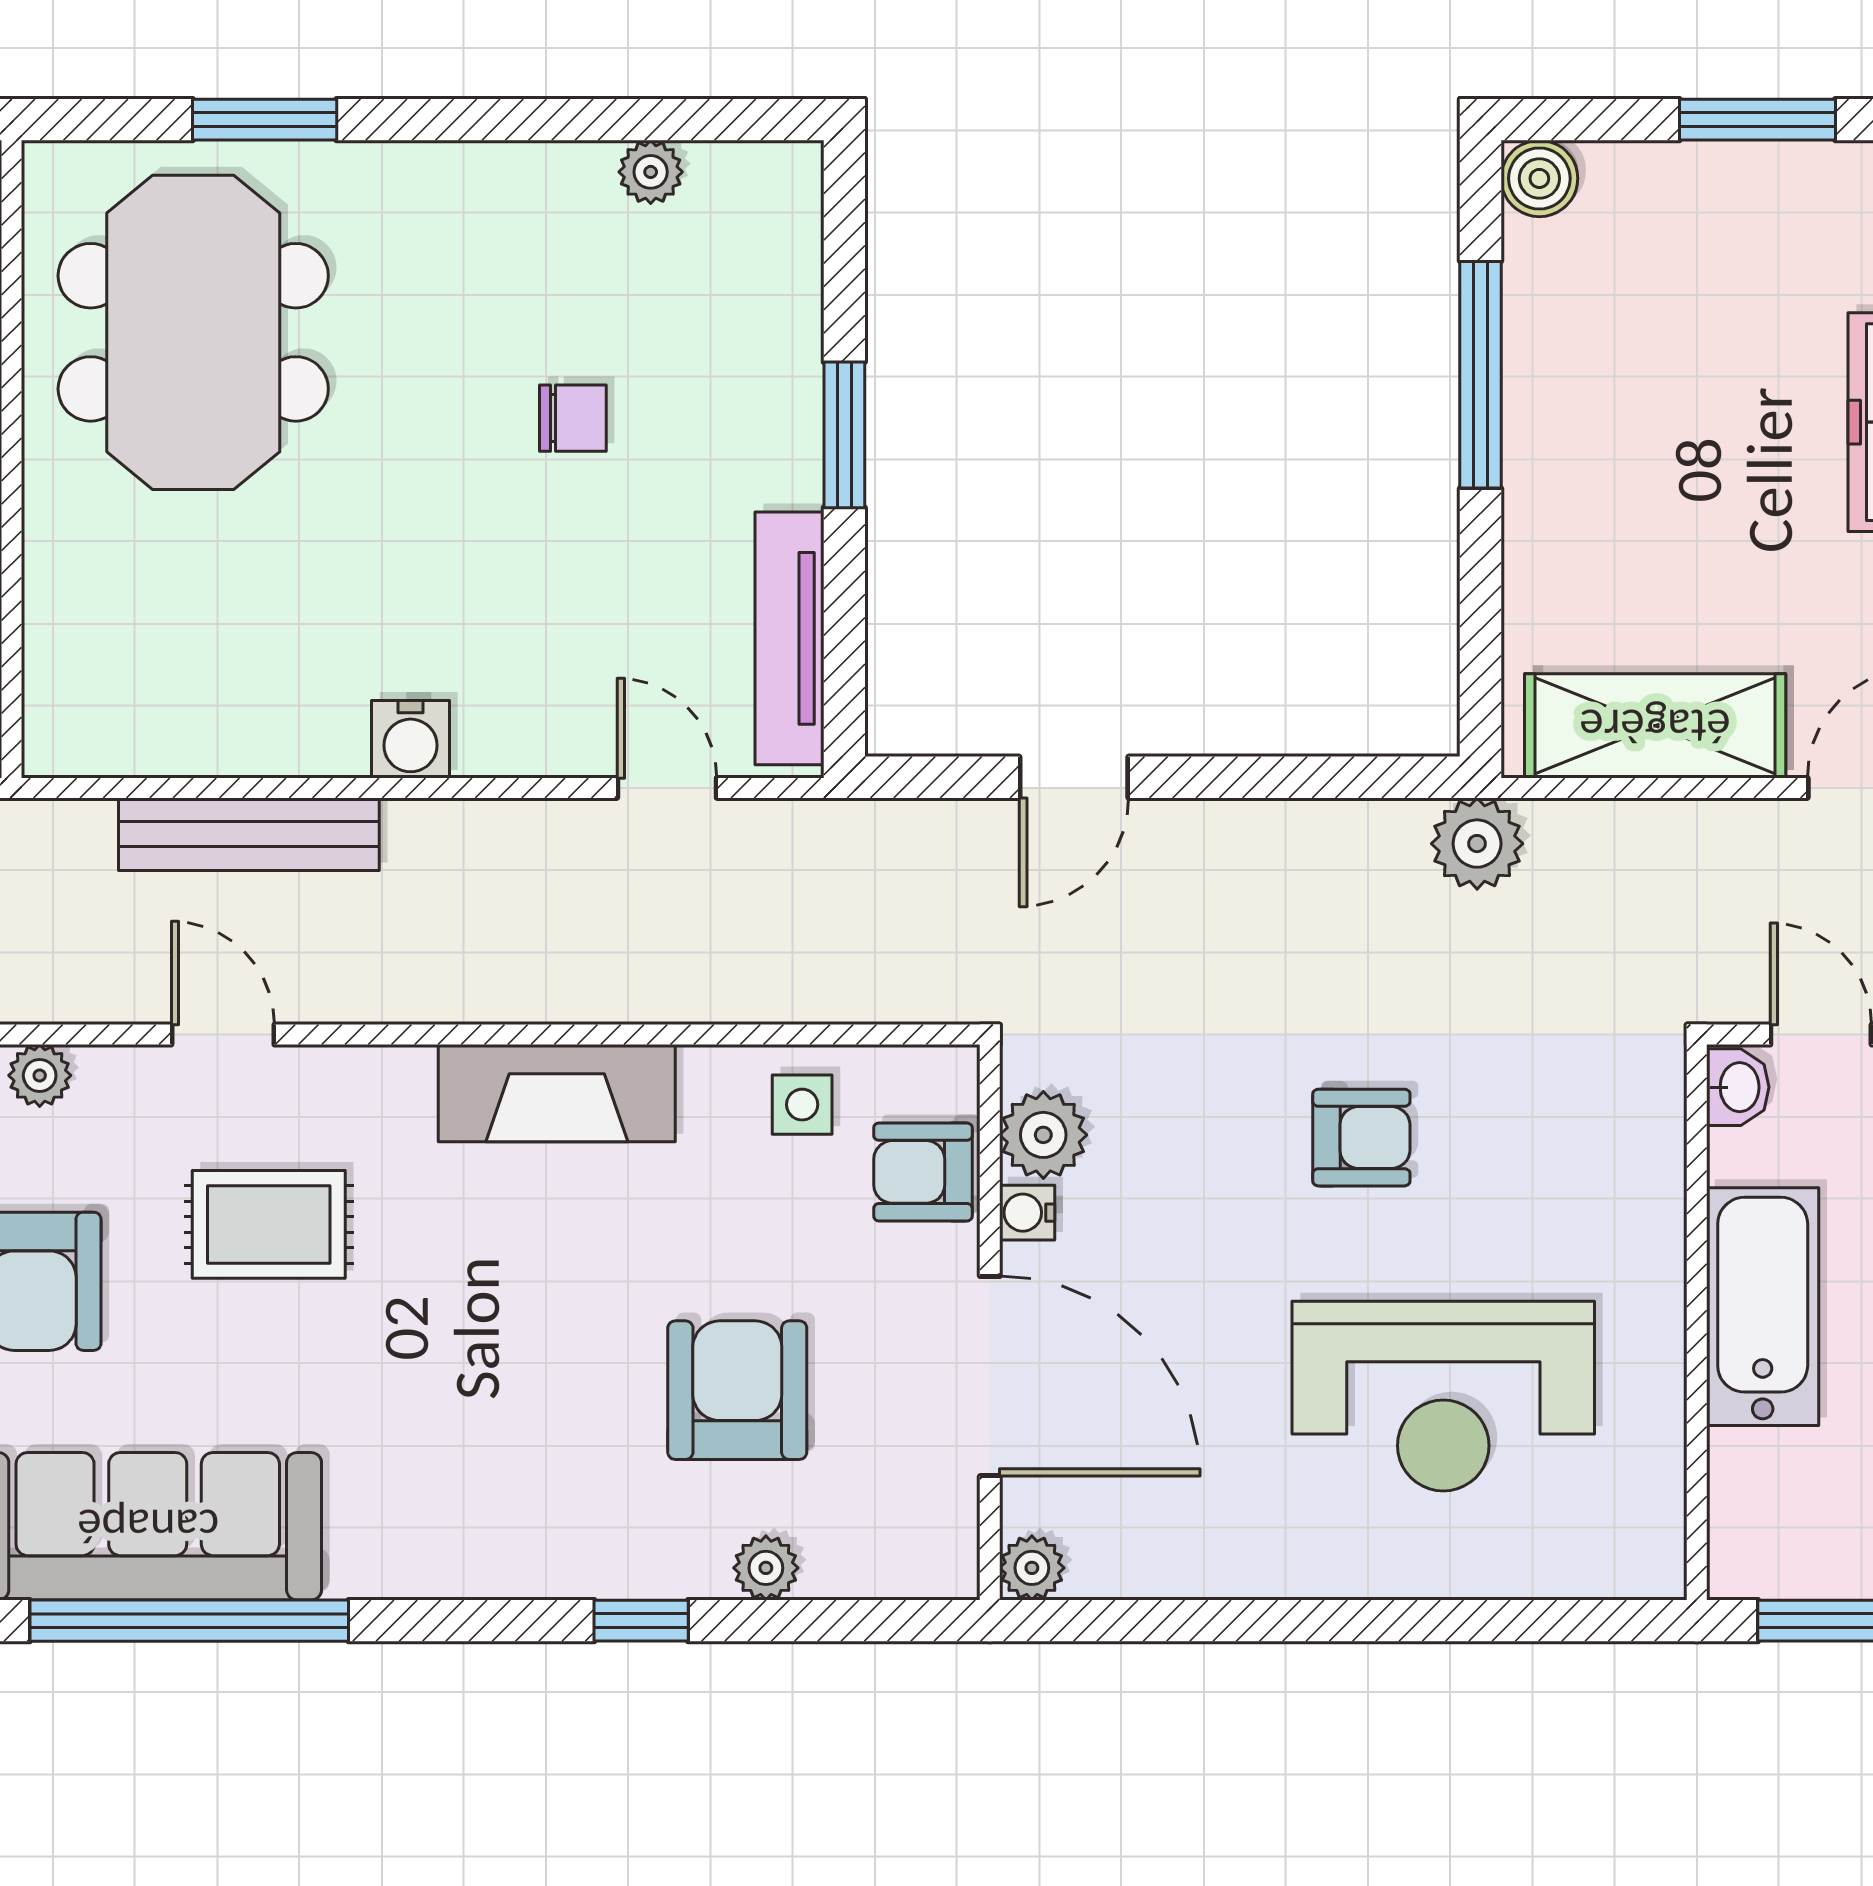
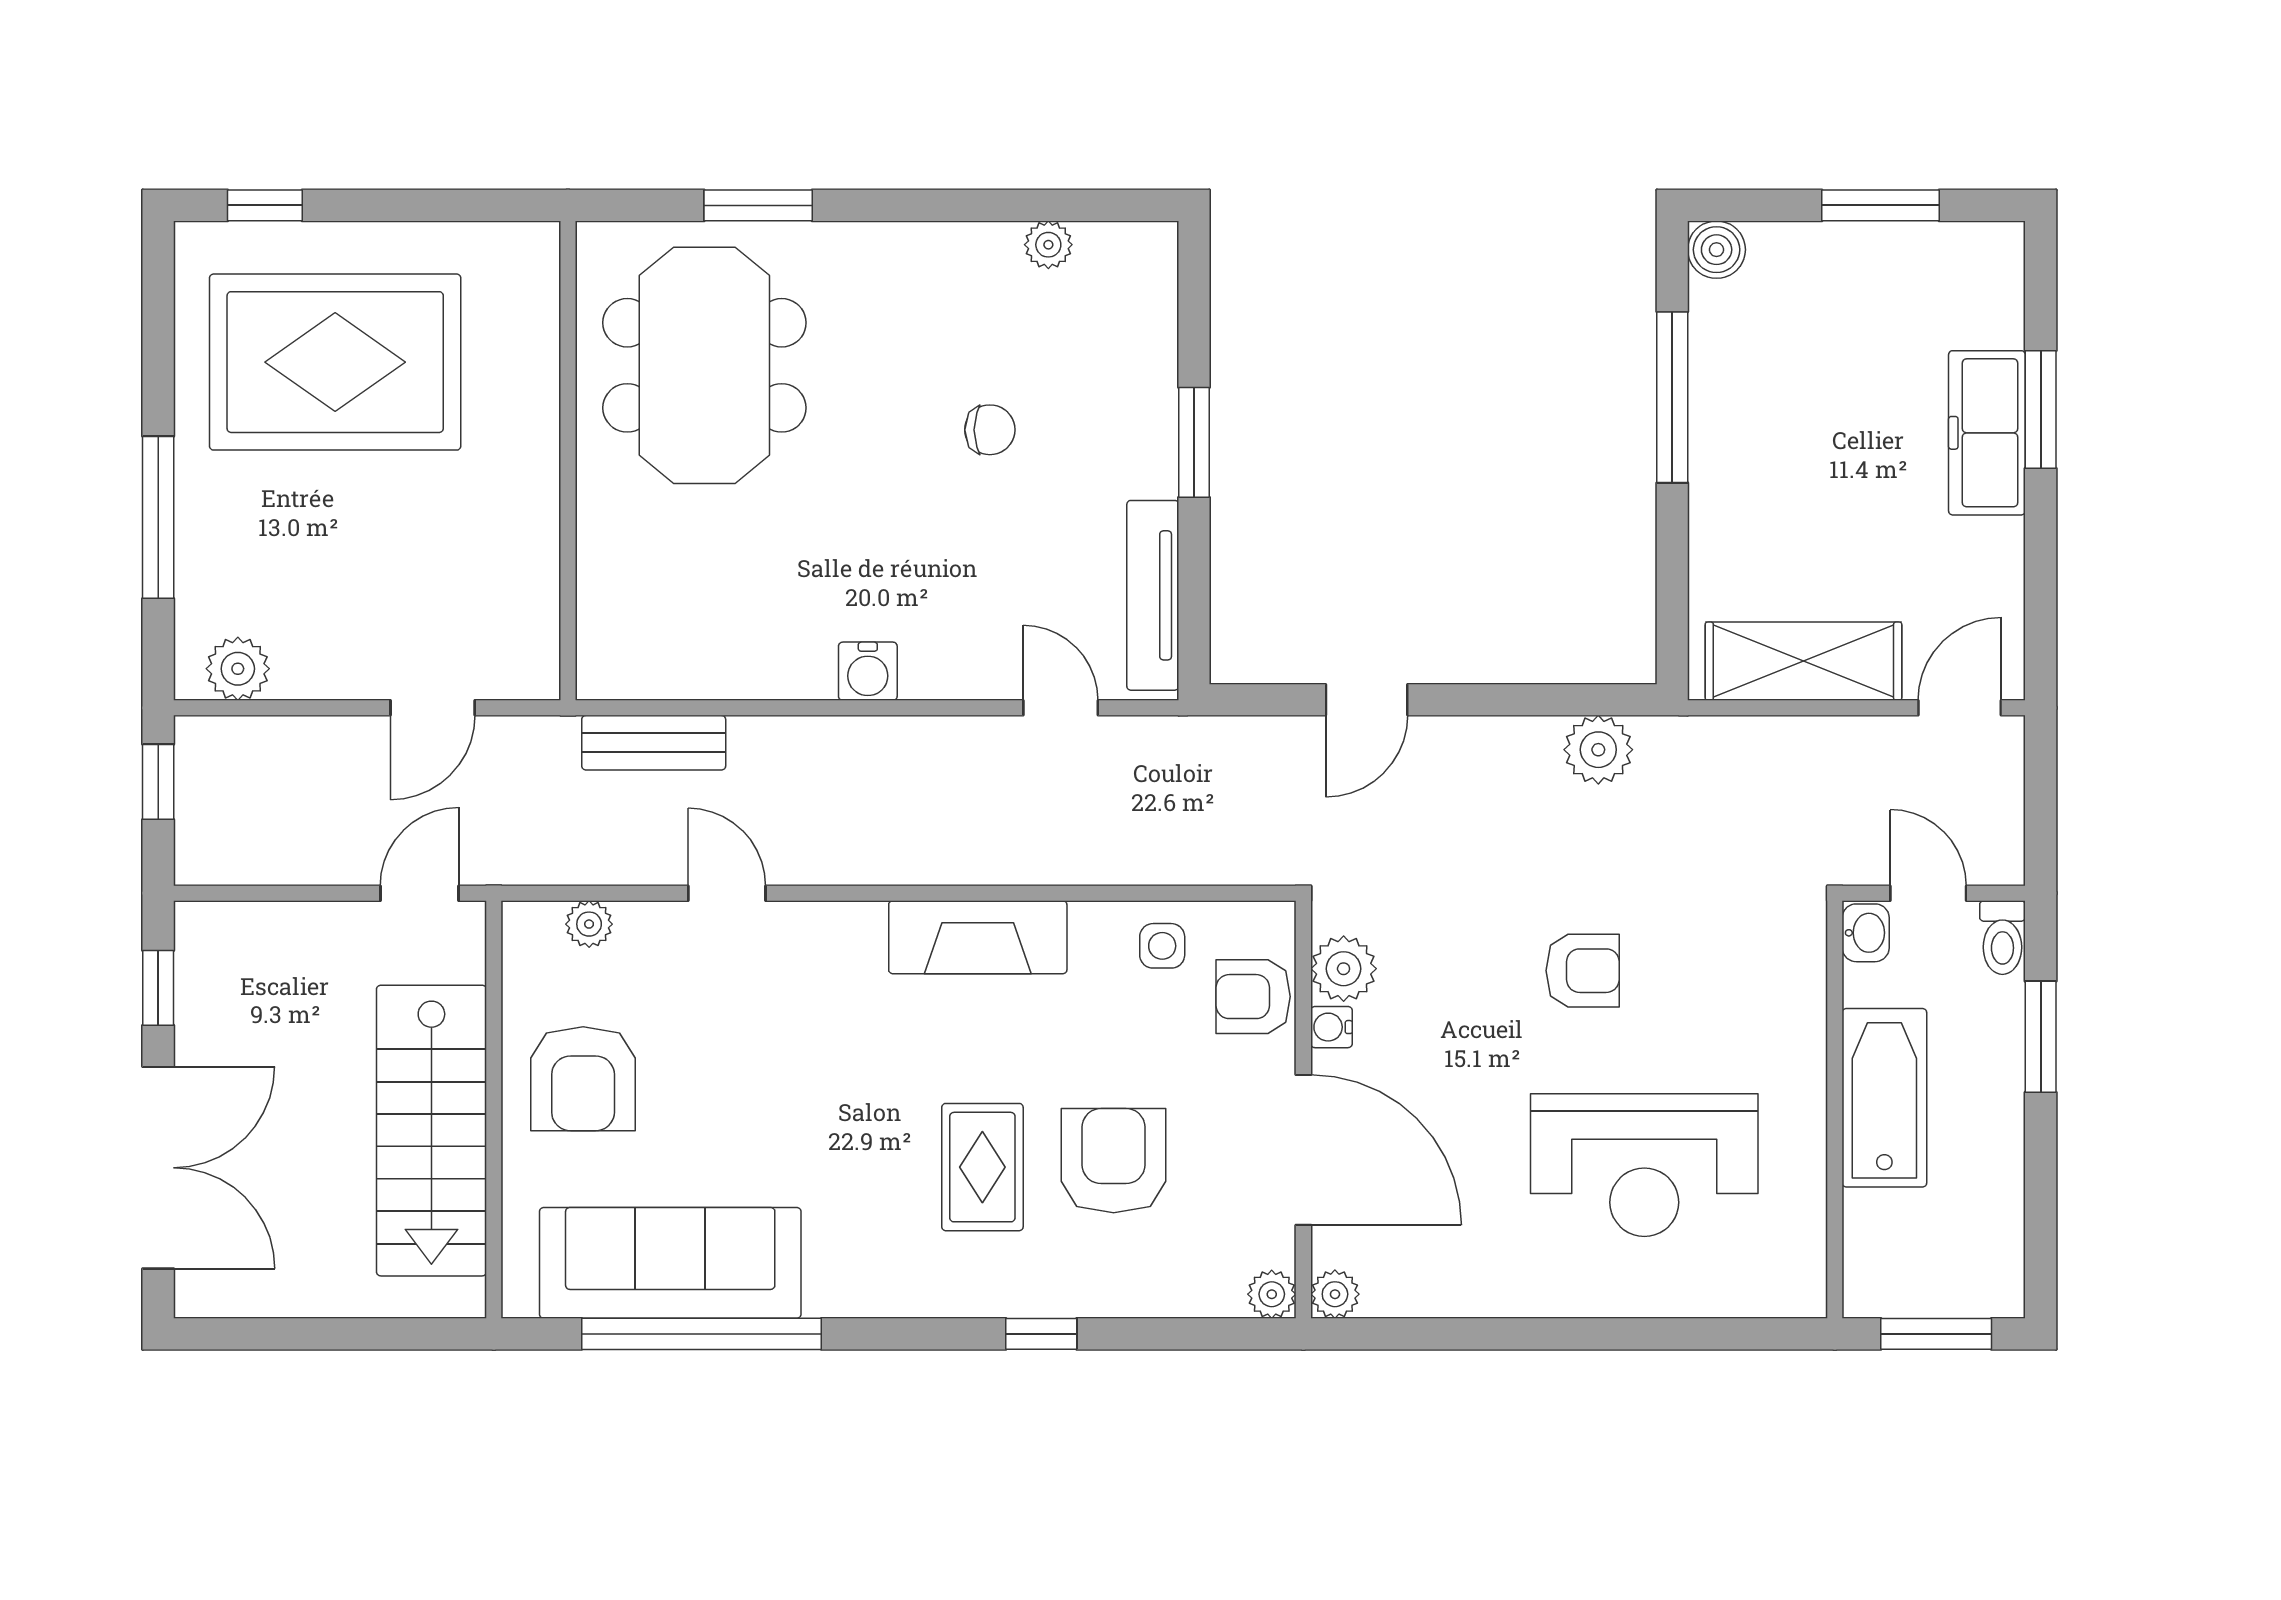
bench: (249, 834) -> (654, 743), moved, width x0.73
plant: (1477, 844) -> (1598, 750), moved
rug: (269, 1224) -> (982, 1167), moved, turned 90
plant: (766, 1568) -> (1272, 1294), moved

